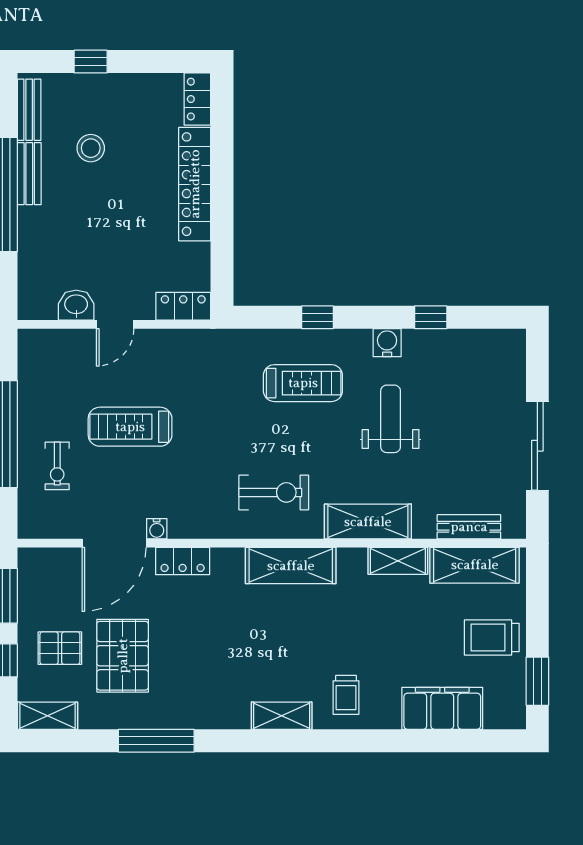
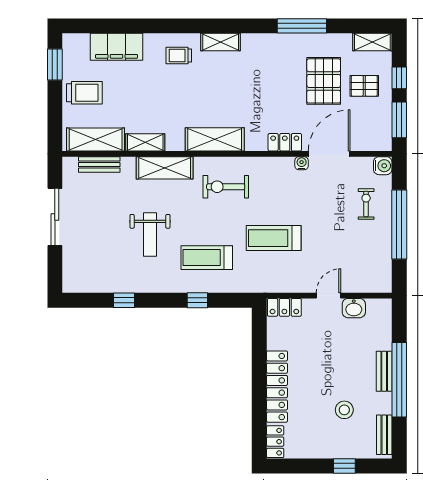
bench: (29, 174) -> (384, 371), moved
water cooler: (387, 343) -> (383, 166), moved, turned -90
treadmill: (130, 427) -> (274, 238), moved, turned 180
trolley: (346, 695) -> (179, 56), turned -90

